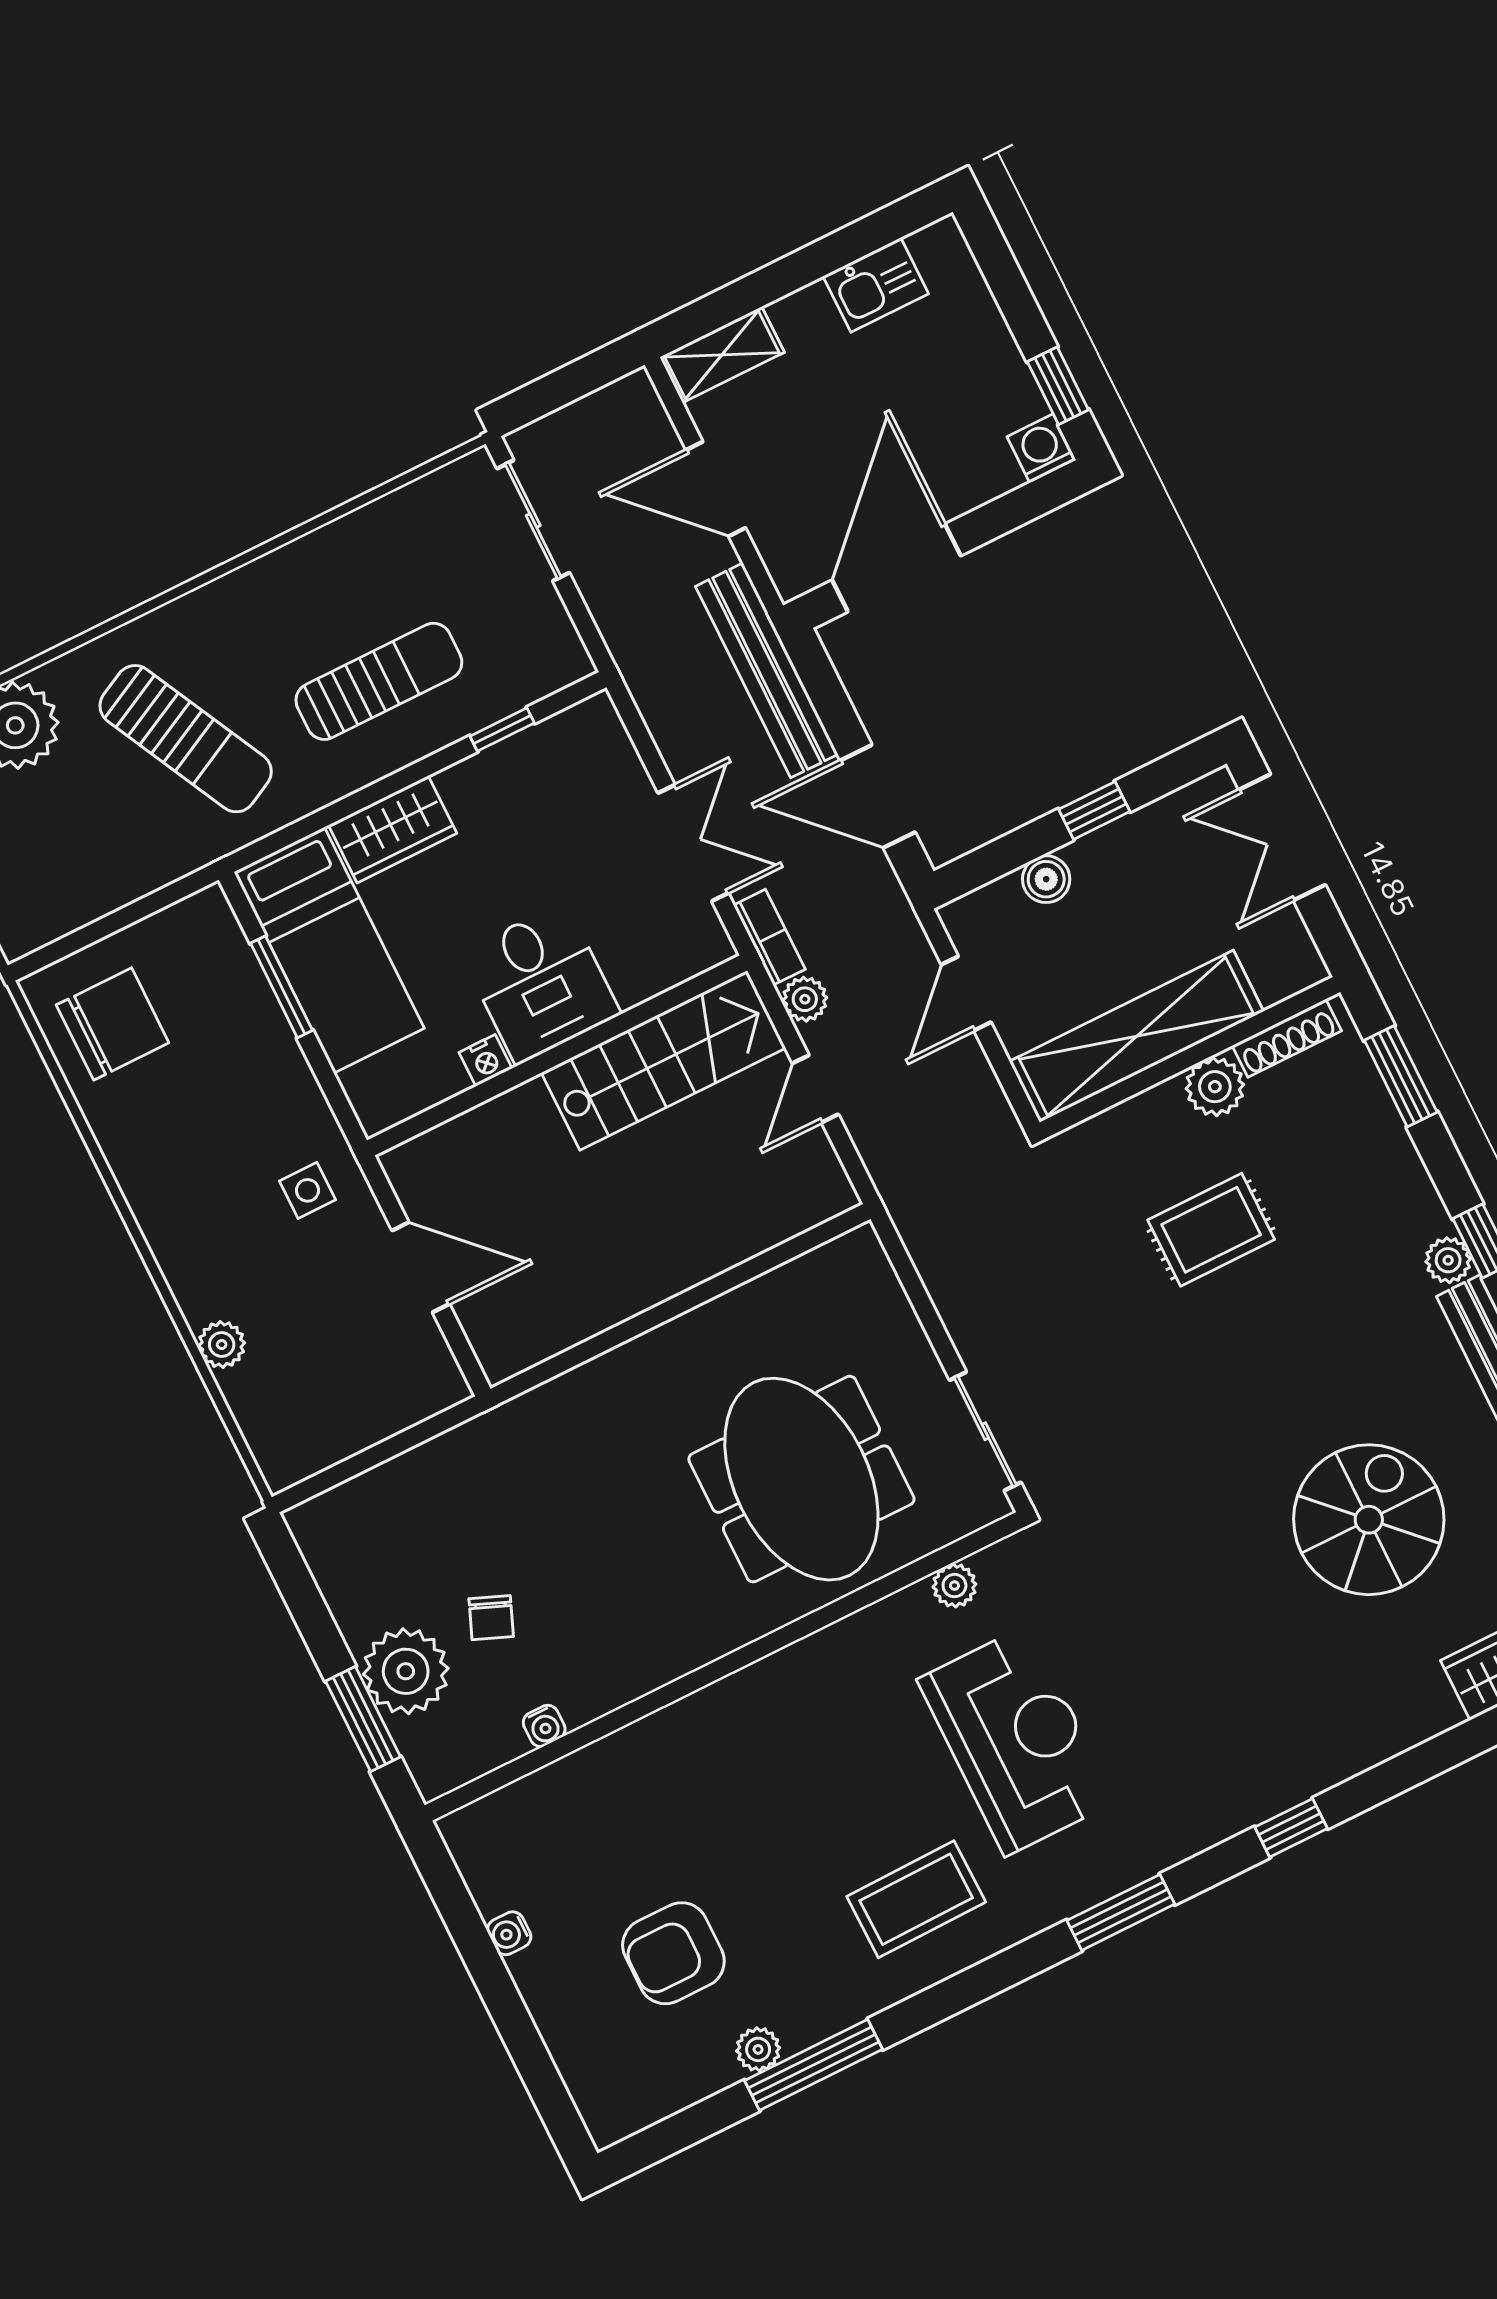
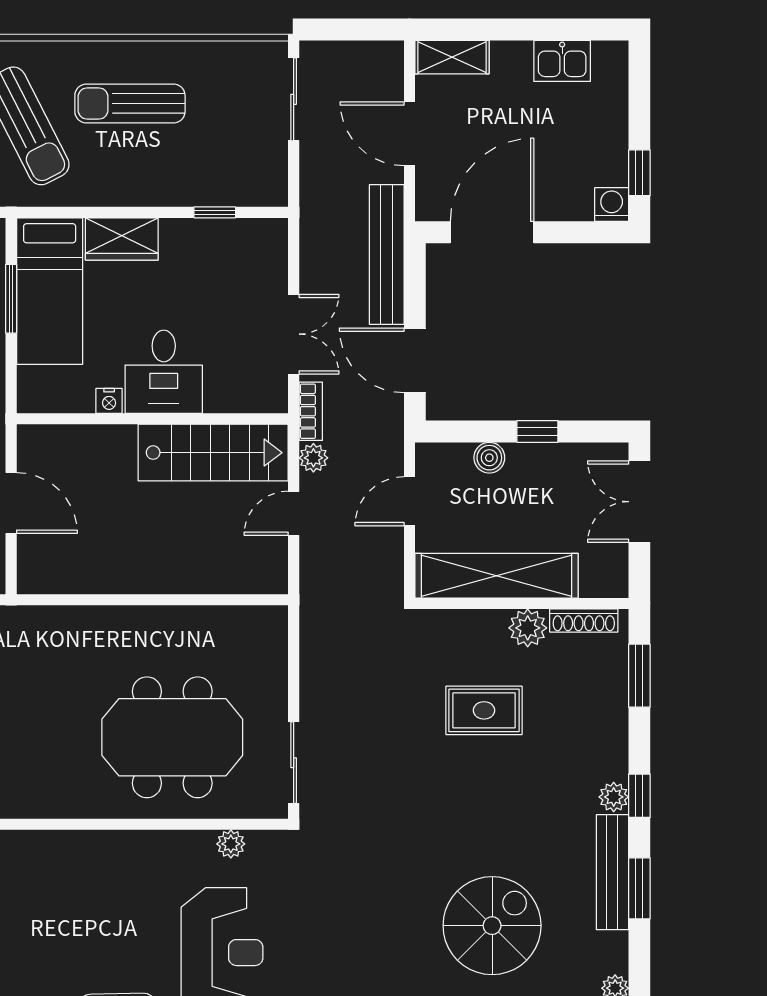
sun lounger: (379, 681) -> (130, 103), moved, turned 180
meeting table: (801, 1479) -> (172, 737), turned 90

